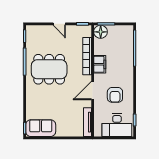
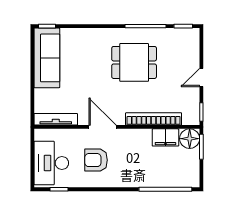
filing cabinet: (100, 64) -> (165, 137), moved
dining table: (49, 69) -> (134, 62), width x0.73
sofa: (41, 128) -> (47, 58), width x1.36

